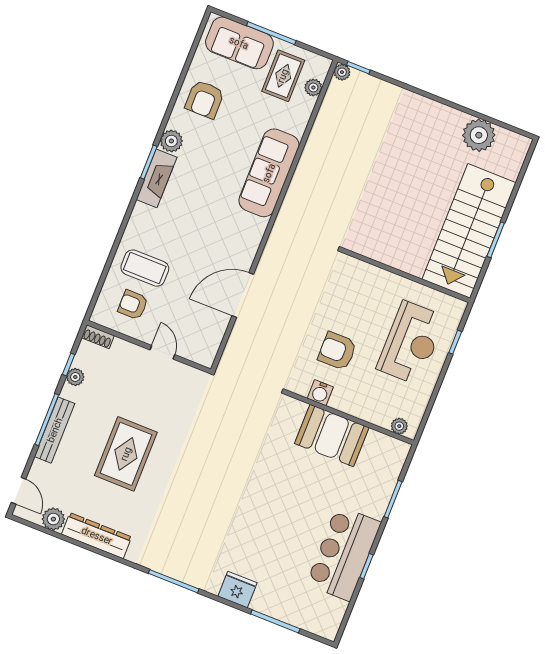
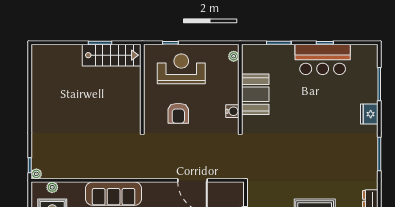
plant: (479, 135) -> (42, 78), removed
stairs: (469, 231) -> (112, 55), width x0.73, depth x0.66
armchair: (337, 351) -> (178, 113), moved

